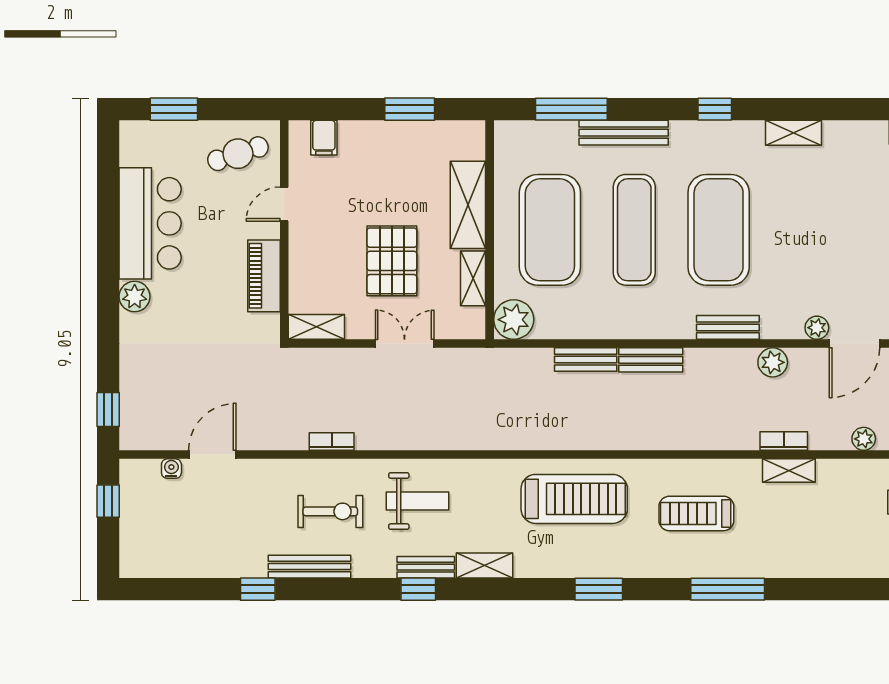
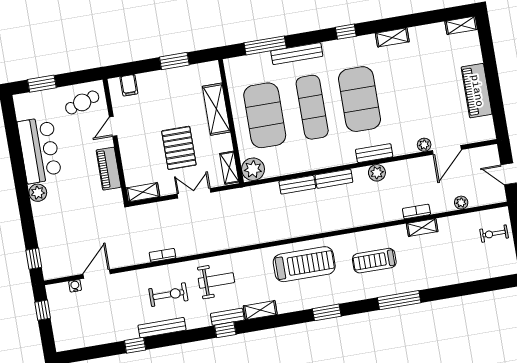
shelving: (473, 278) -> (229, 168), moved
plant: (773, 362) -> (377, 173), moved

